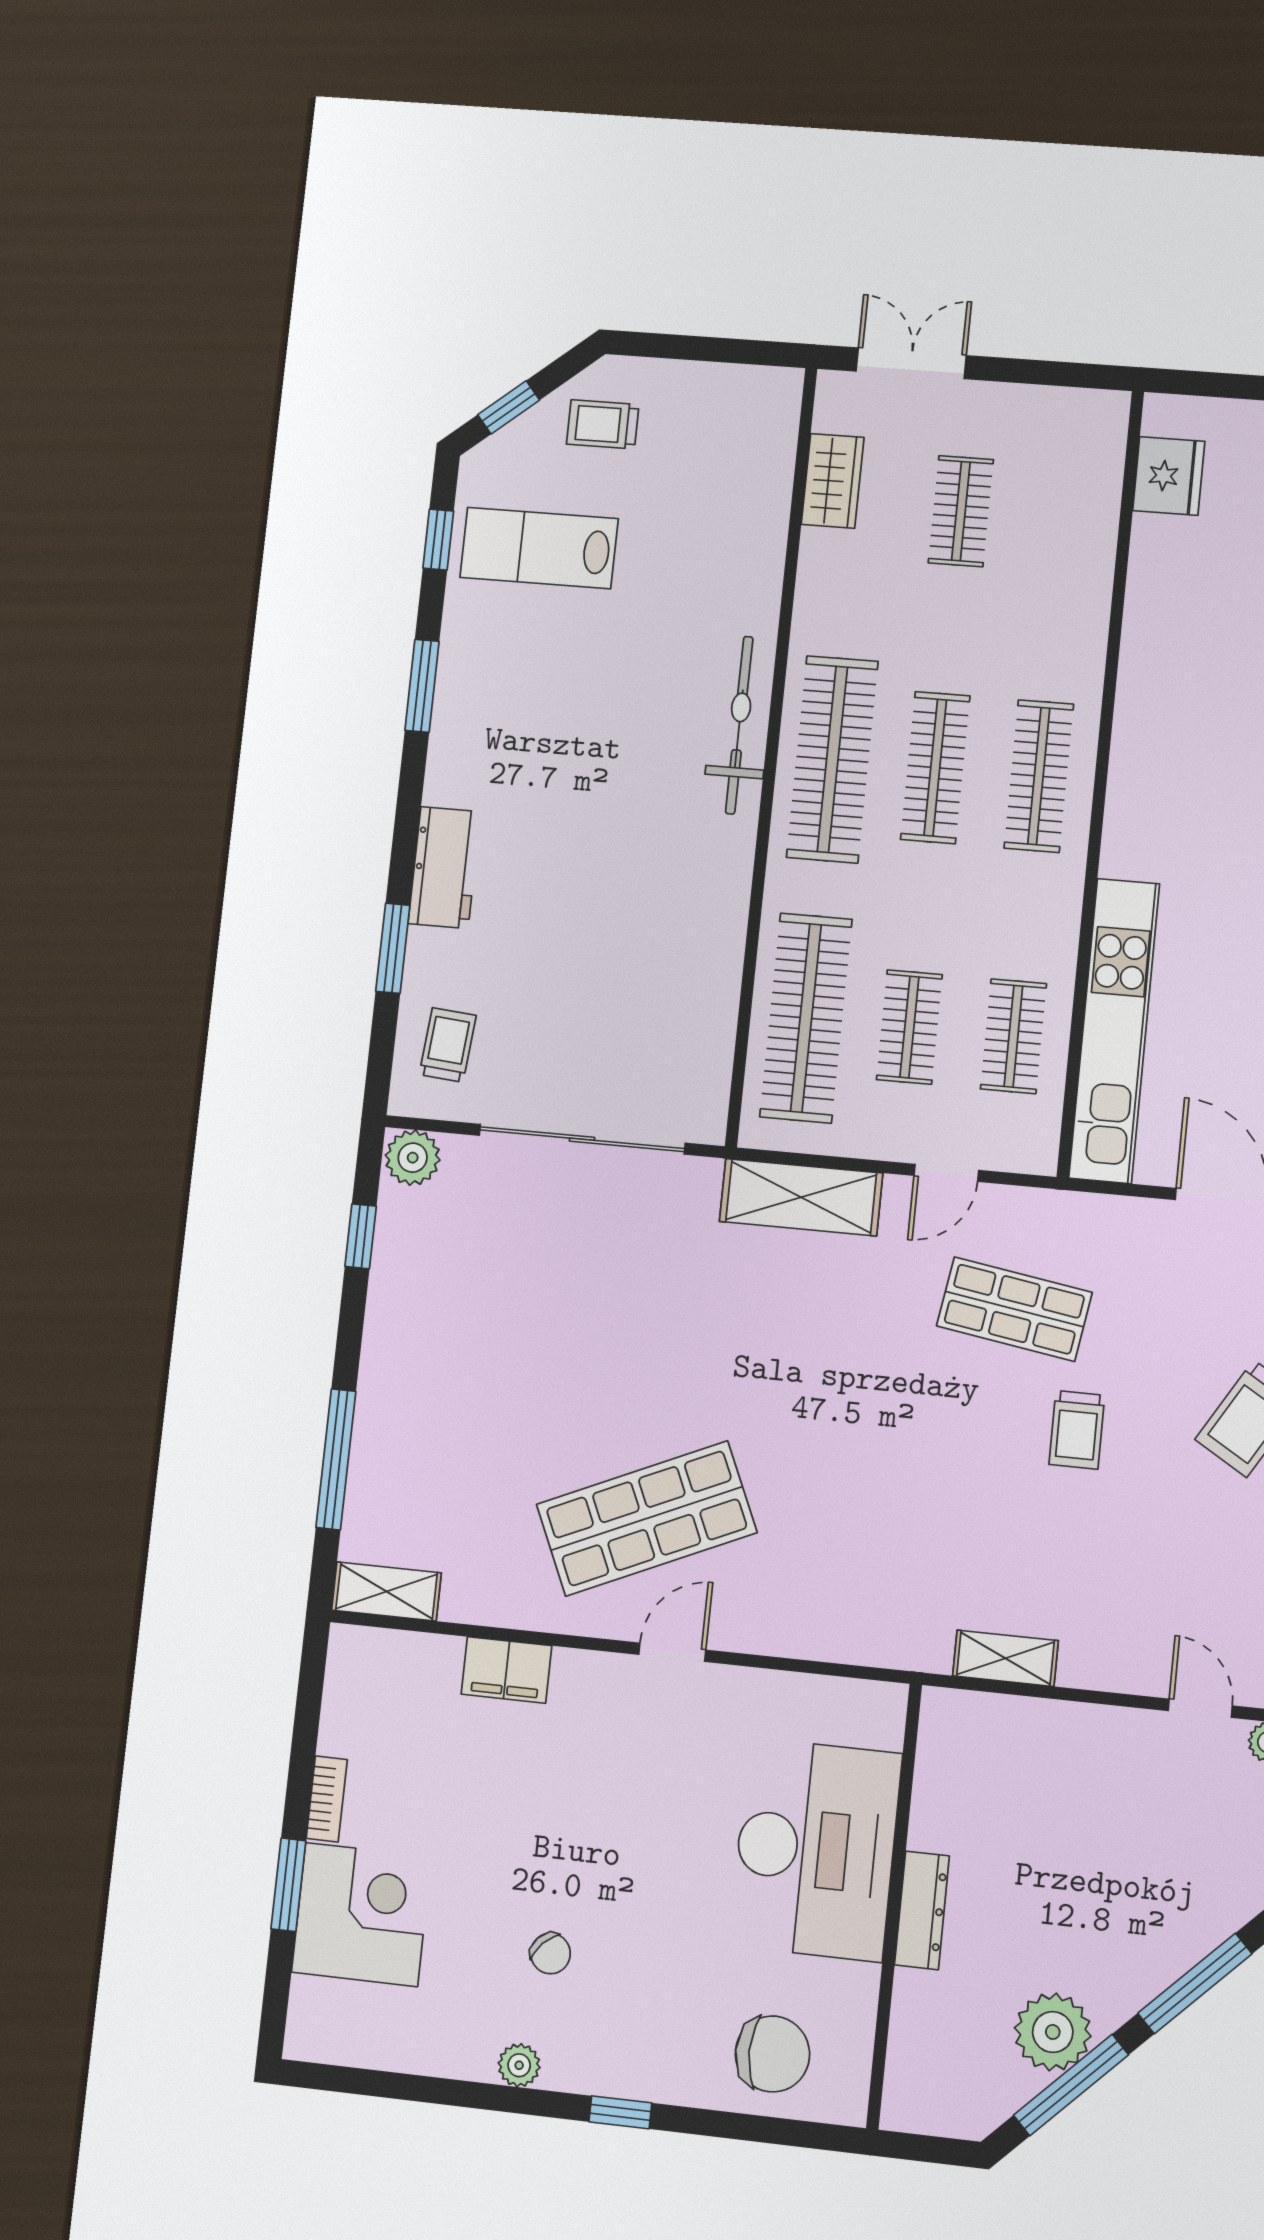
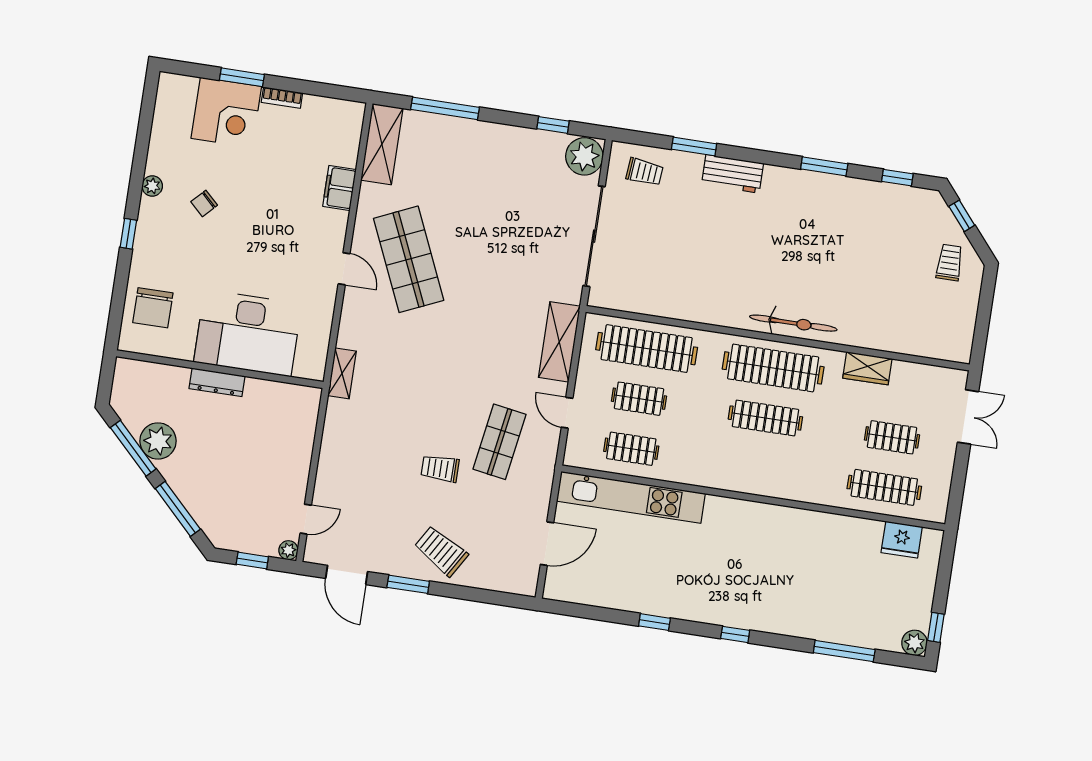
wardrobe: (833, 481) -> (867, 368), moved
lab bench: (539, 548) -> (889, 228), removed
clothes rail: (1039, 776) -> (884, 487), moved
plant: (413, 1158) -> (584, 156), width x1.36, depth x1.36
shelving: (386, 1591) -> (382, 144), width x1.50, depth x1.33
shelving: (1005, 1658) -> (342, 373), moved

